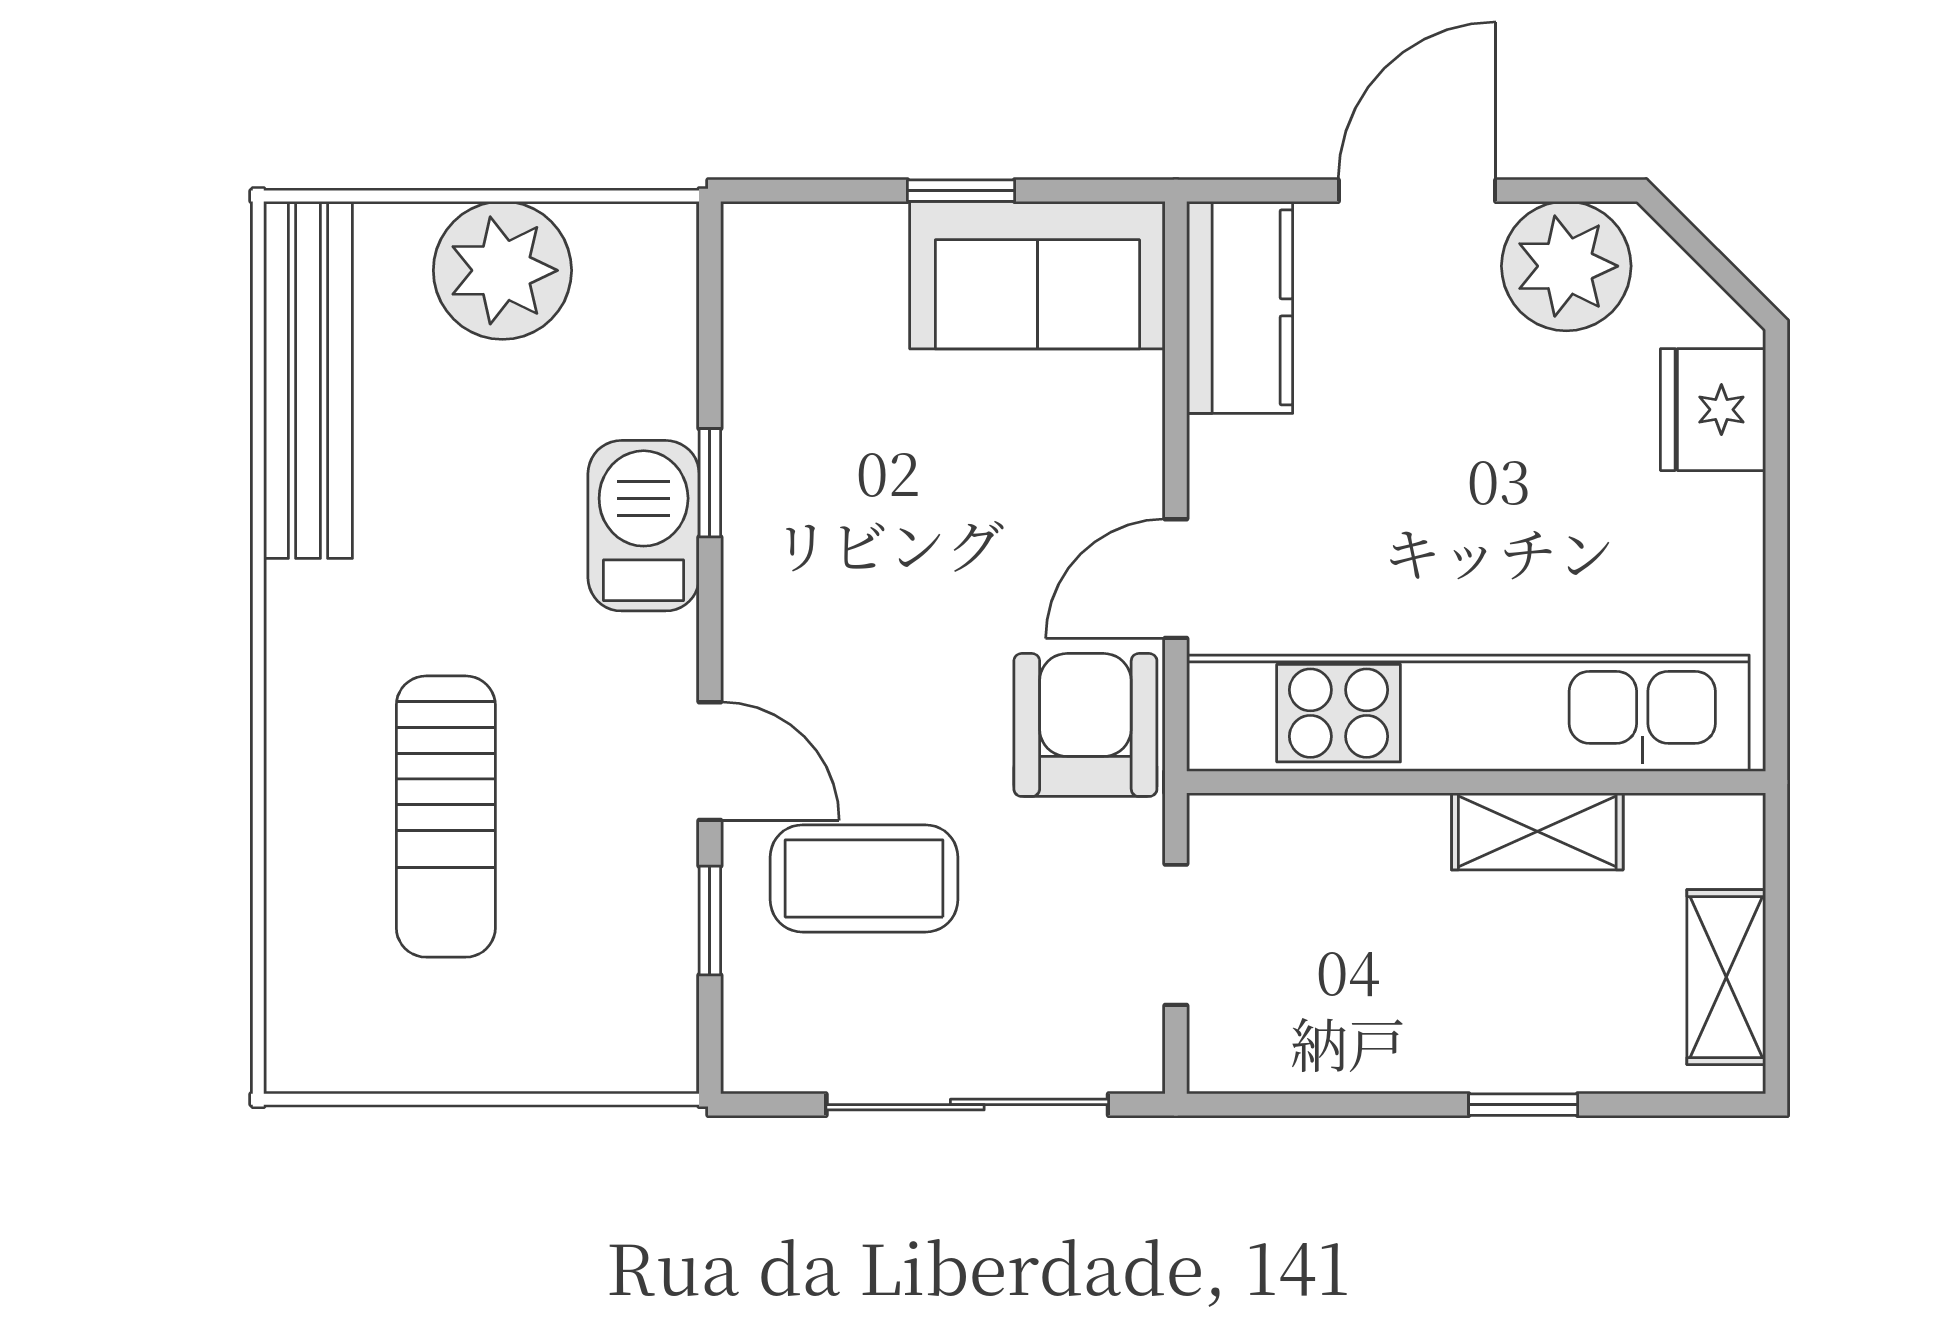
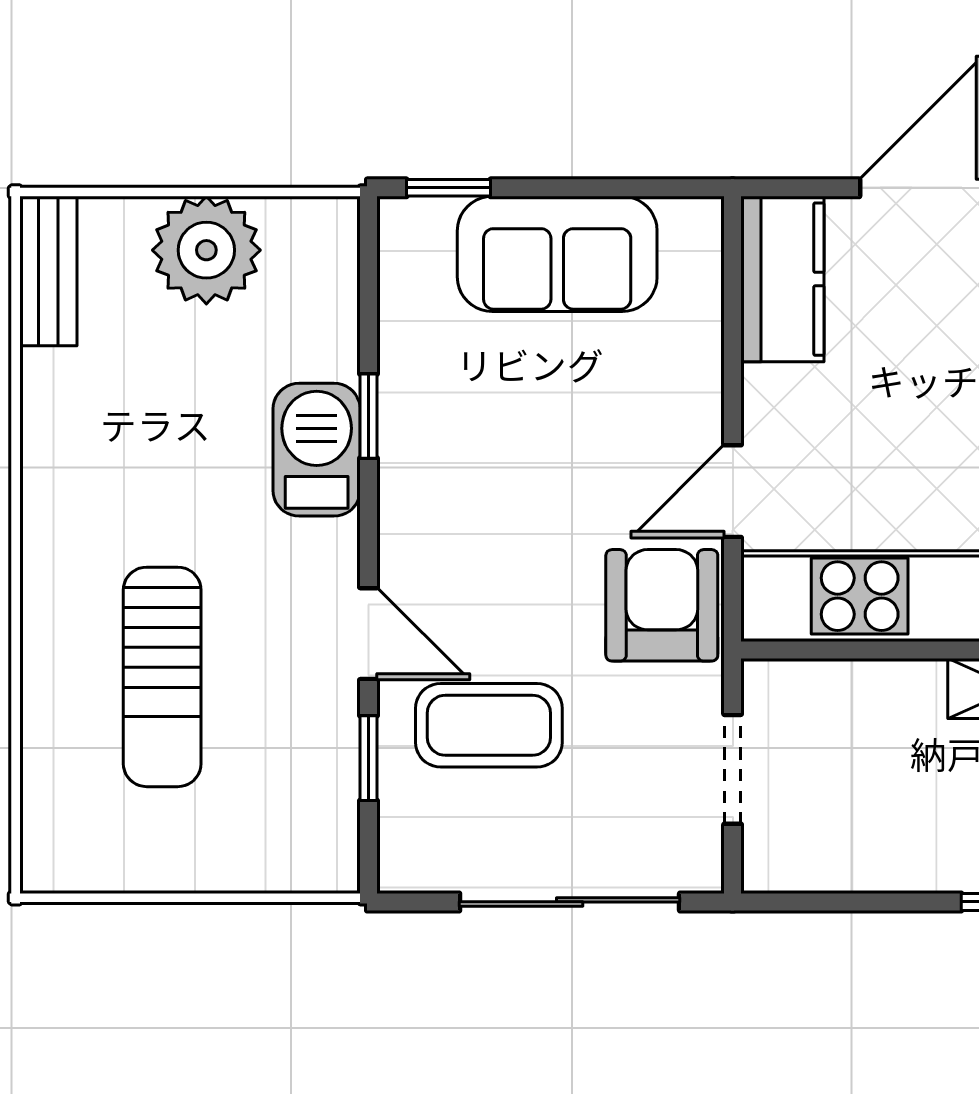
window: (961, 191) -> (449, 188), moved
sofa: (1037, 275) -> (557, 254), moved
bench: (308, 380) -> (48, 271), width x0.54, depth x0.82

